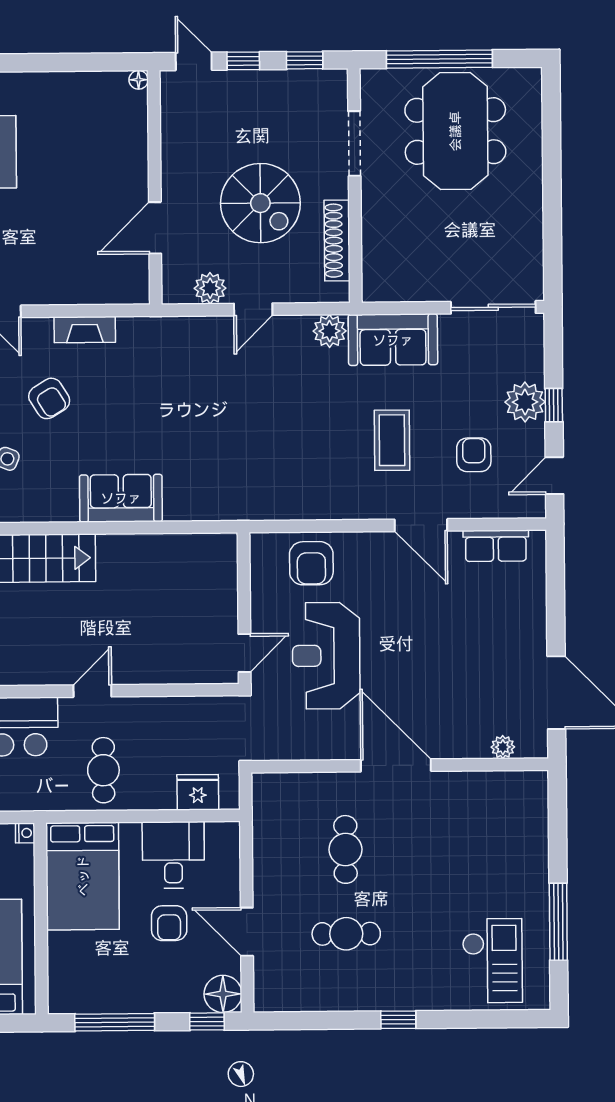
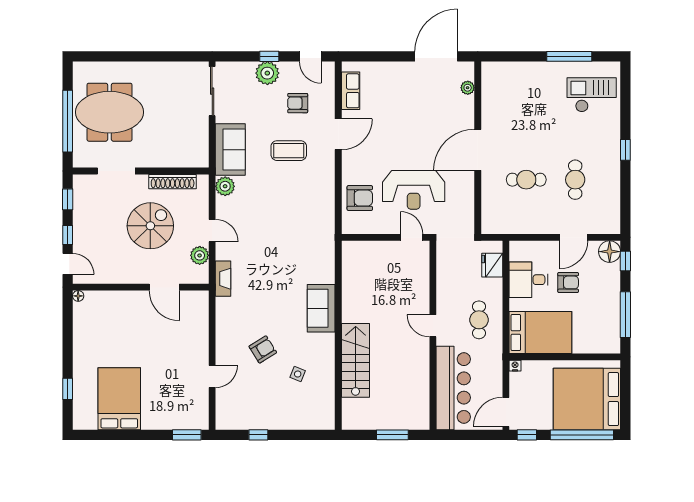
door: (194, 61) -> (68, 264), swing flipped
fireplace: (85, 330) -> (223, 279), moved
cafe table: (103, 770) -> (479, 320), turned 90

